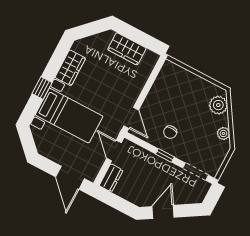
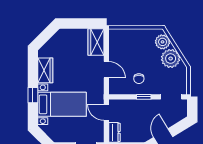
wardrobe: (127, 49) -> (96, 42), moved, turned 90
door: (131, 118) -> (106, 70), moved
plant: (223, 133) -> (171, 59), width x1.87, depth x1.87

